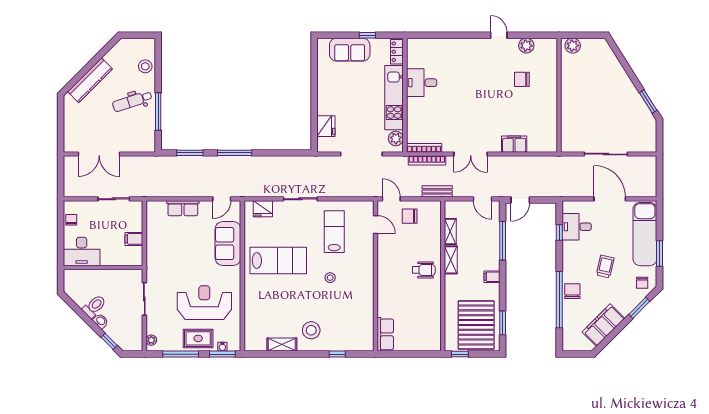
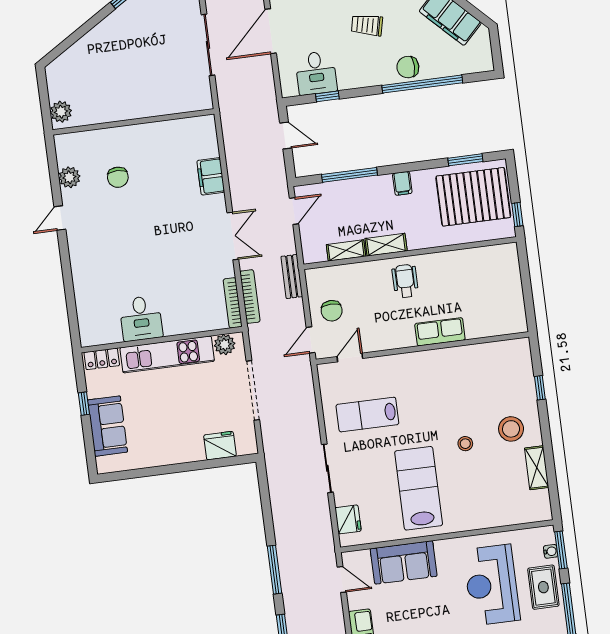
door: (520, 200) -> (286, 136), moved
stool: (330, 278) -> (465, 444), moved
row of seats: (385, 334) -> (440, 332), moved

